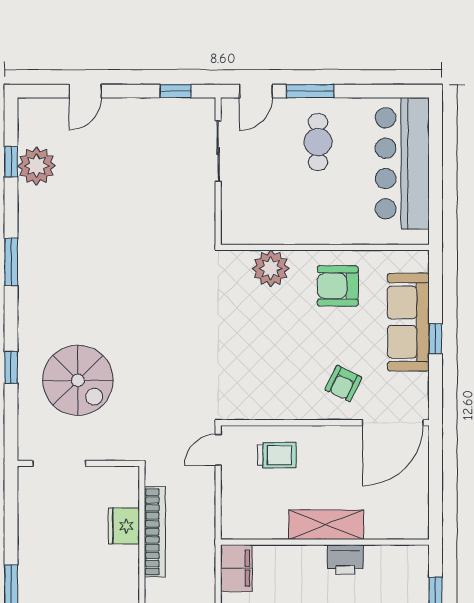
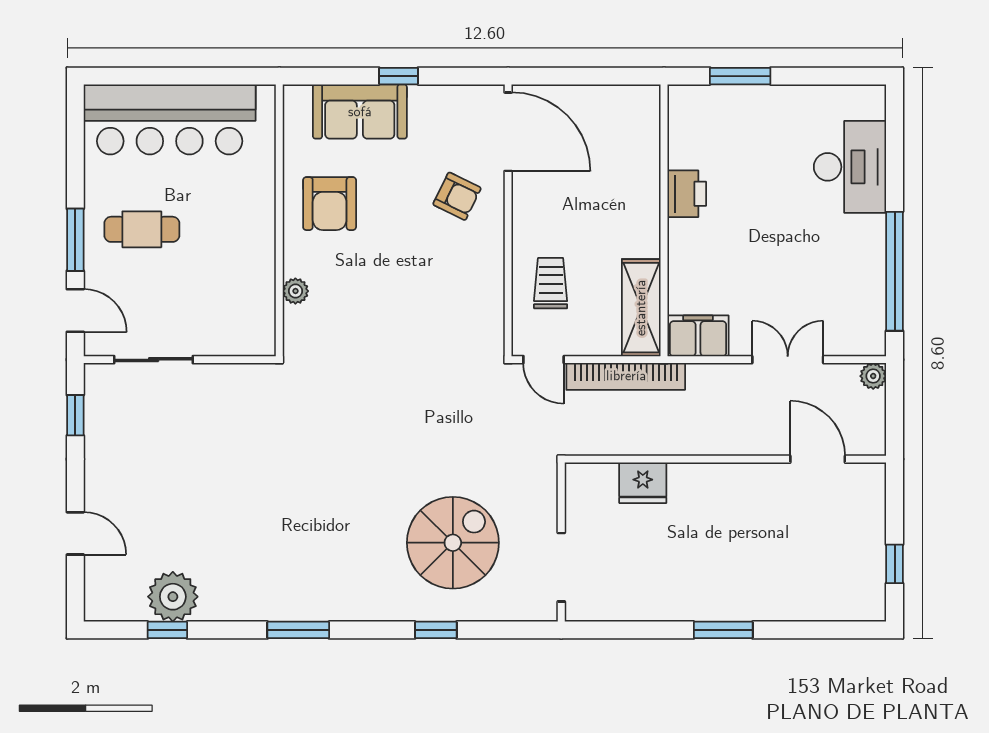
plant: (271, 268) -> (295, 291), width x0.53, depth x0.53
sofa: (408, 322) -> (360, 112), width x0.73
shelving: (326, 525) -> (641, 308), moved
bookcase: (155, 532) -> (626, 376), moved, turned 180

